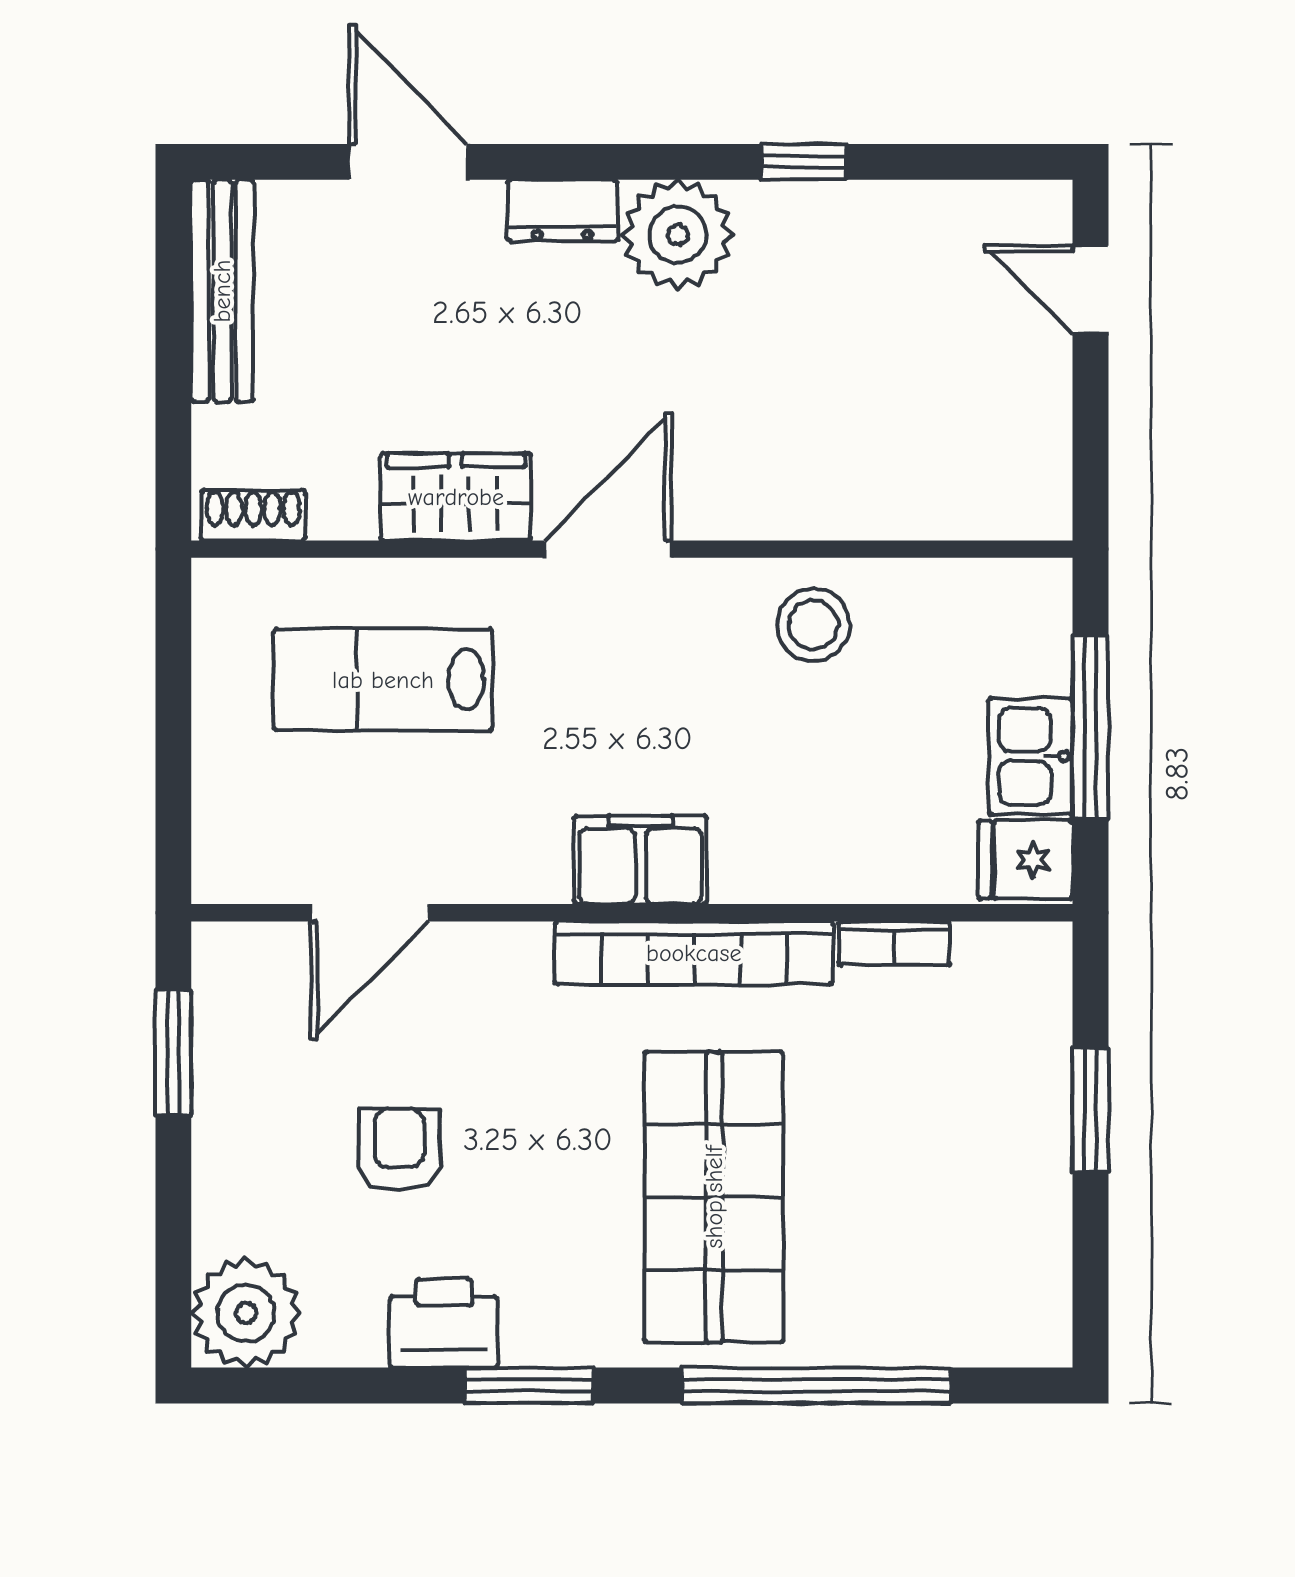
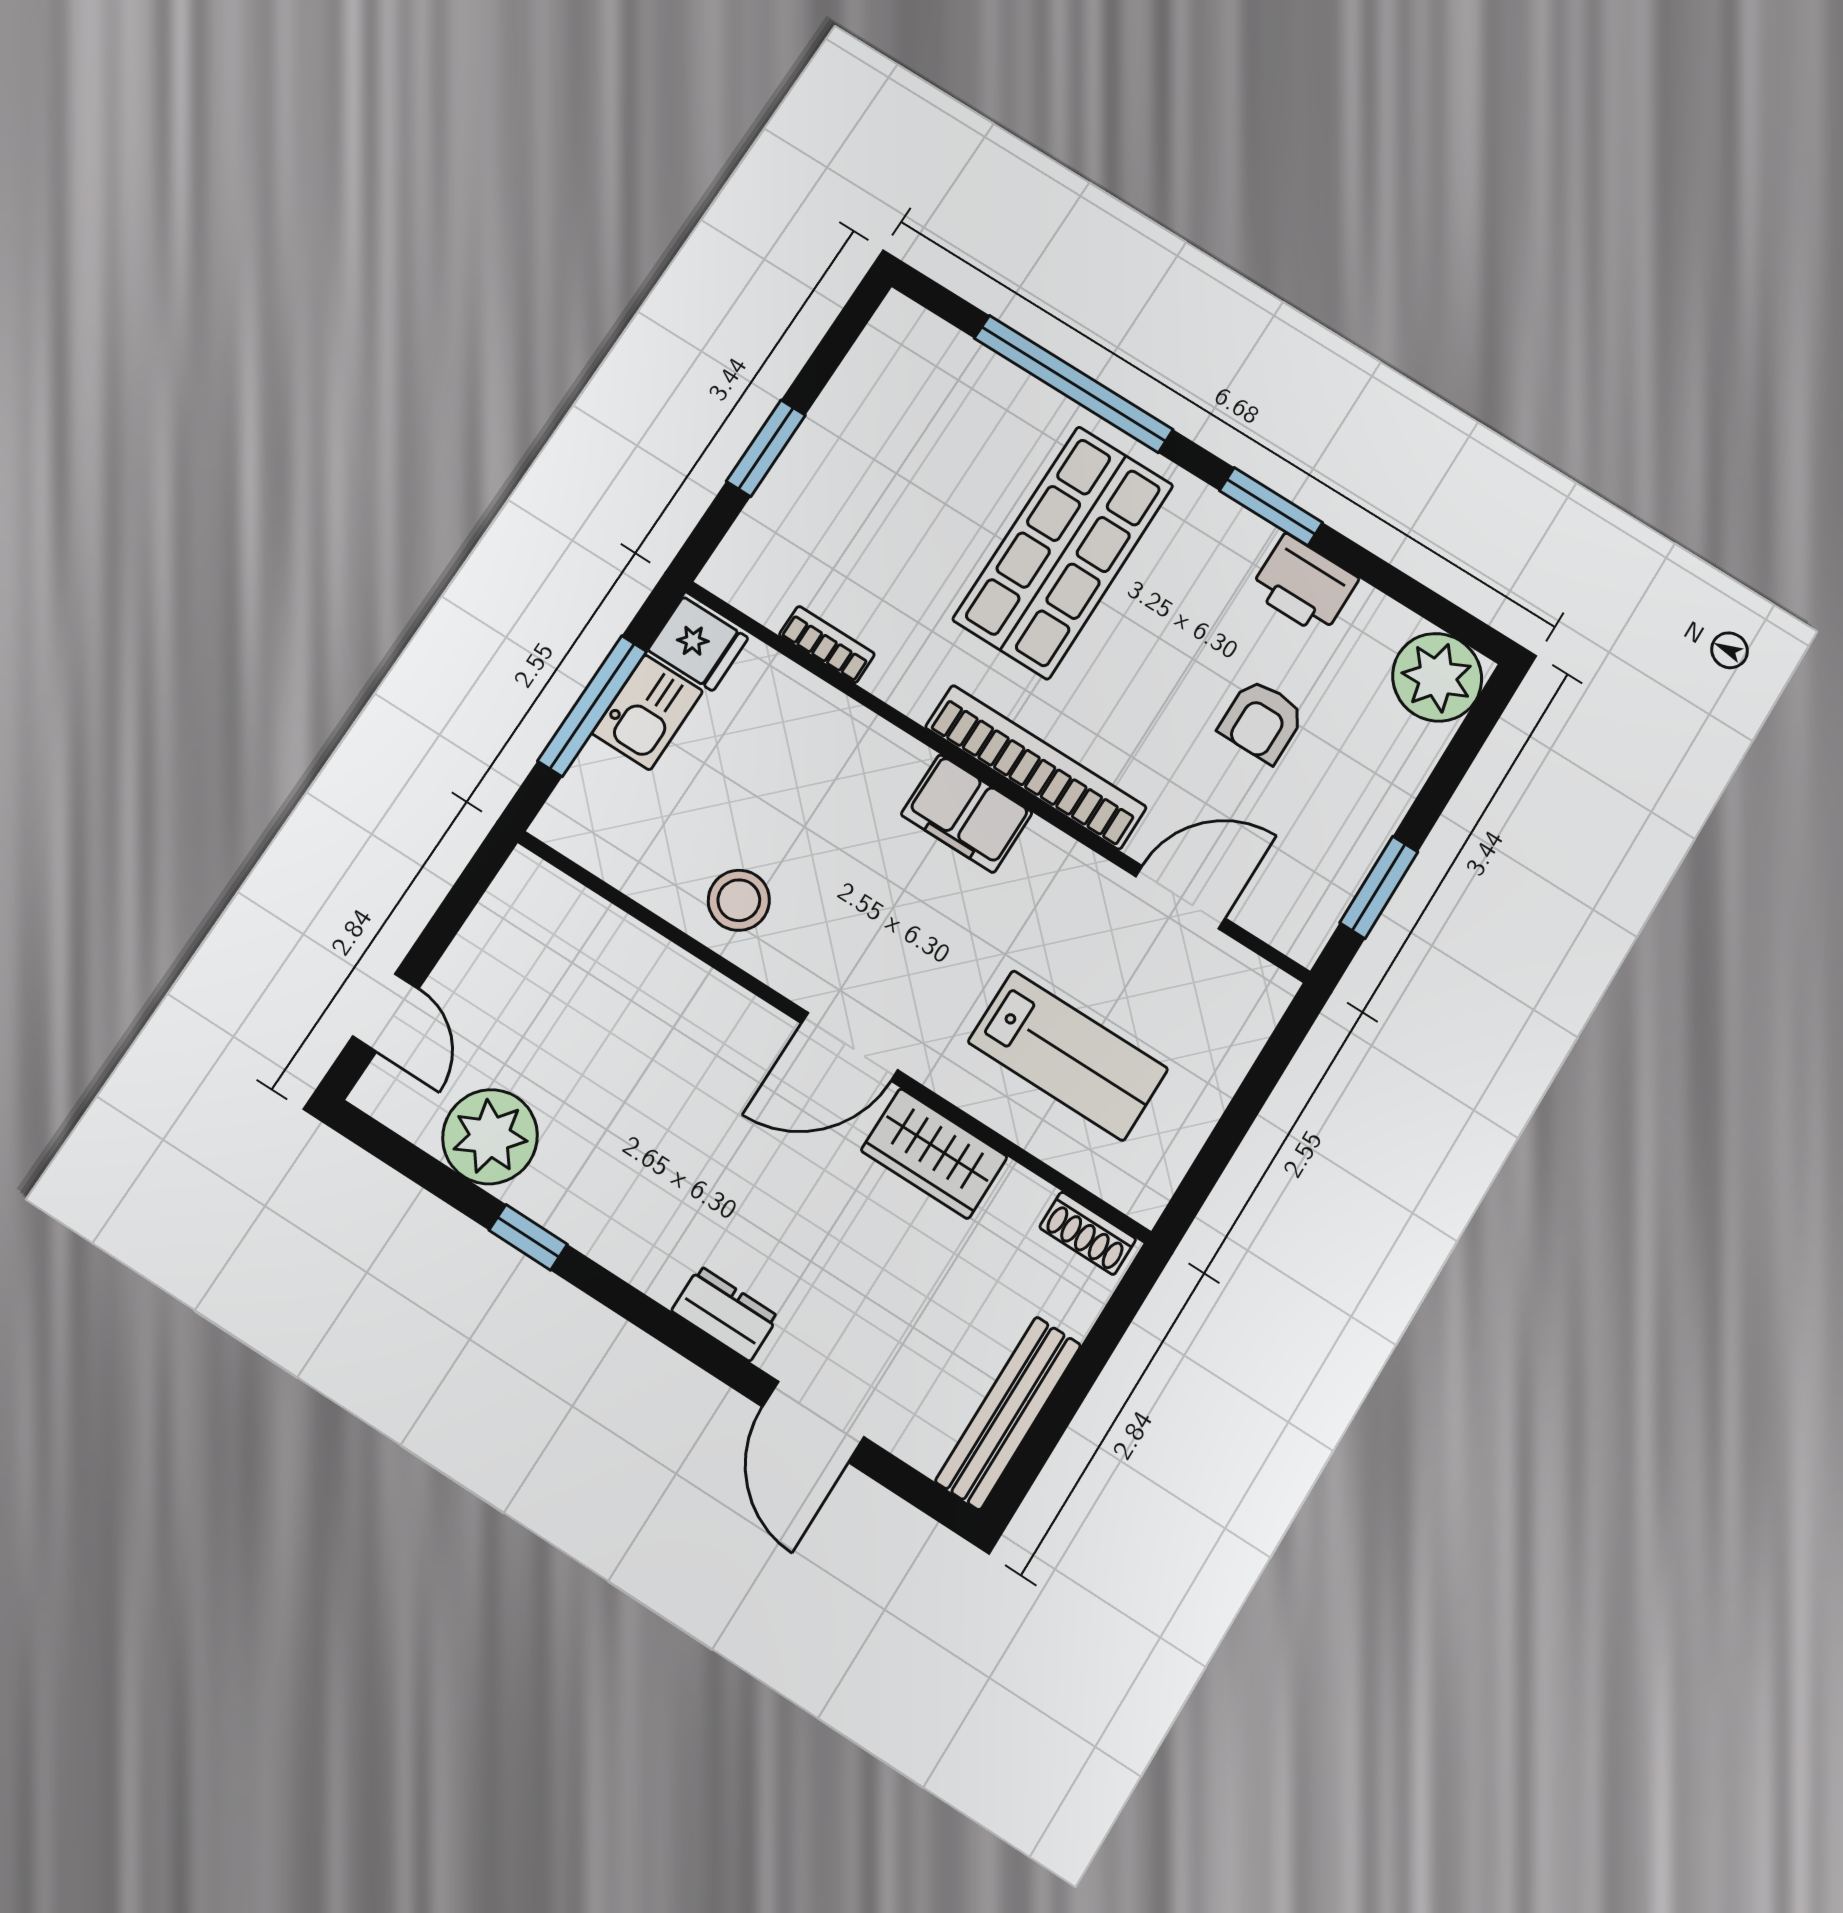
plant: (678, 235) -> (490, 1137), moved
bookcase: (694, 953) -> (1036, 767), moved

